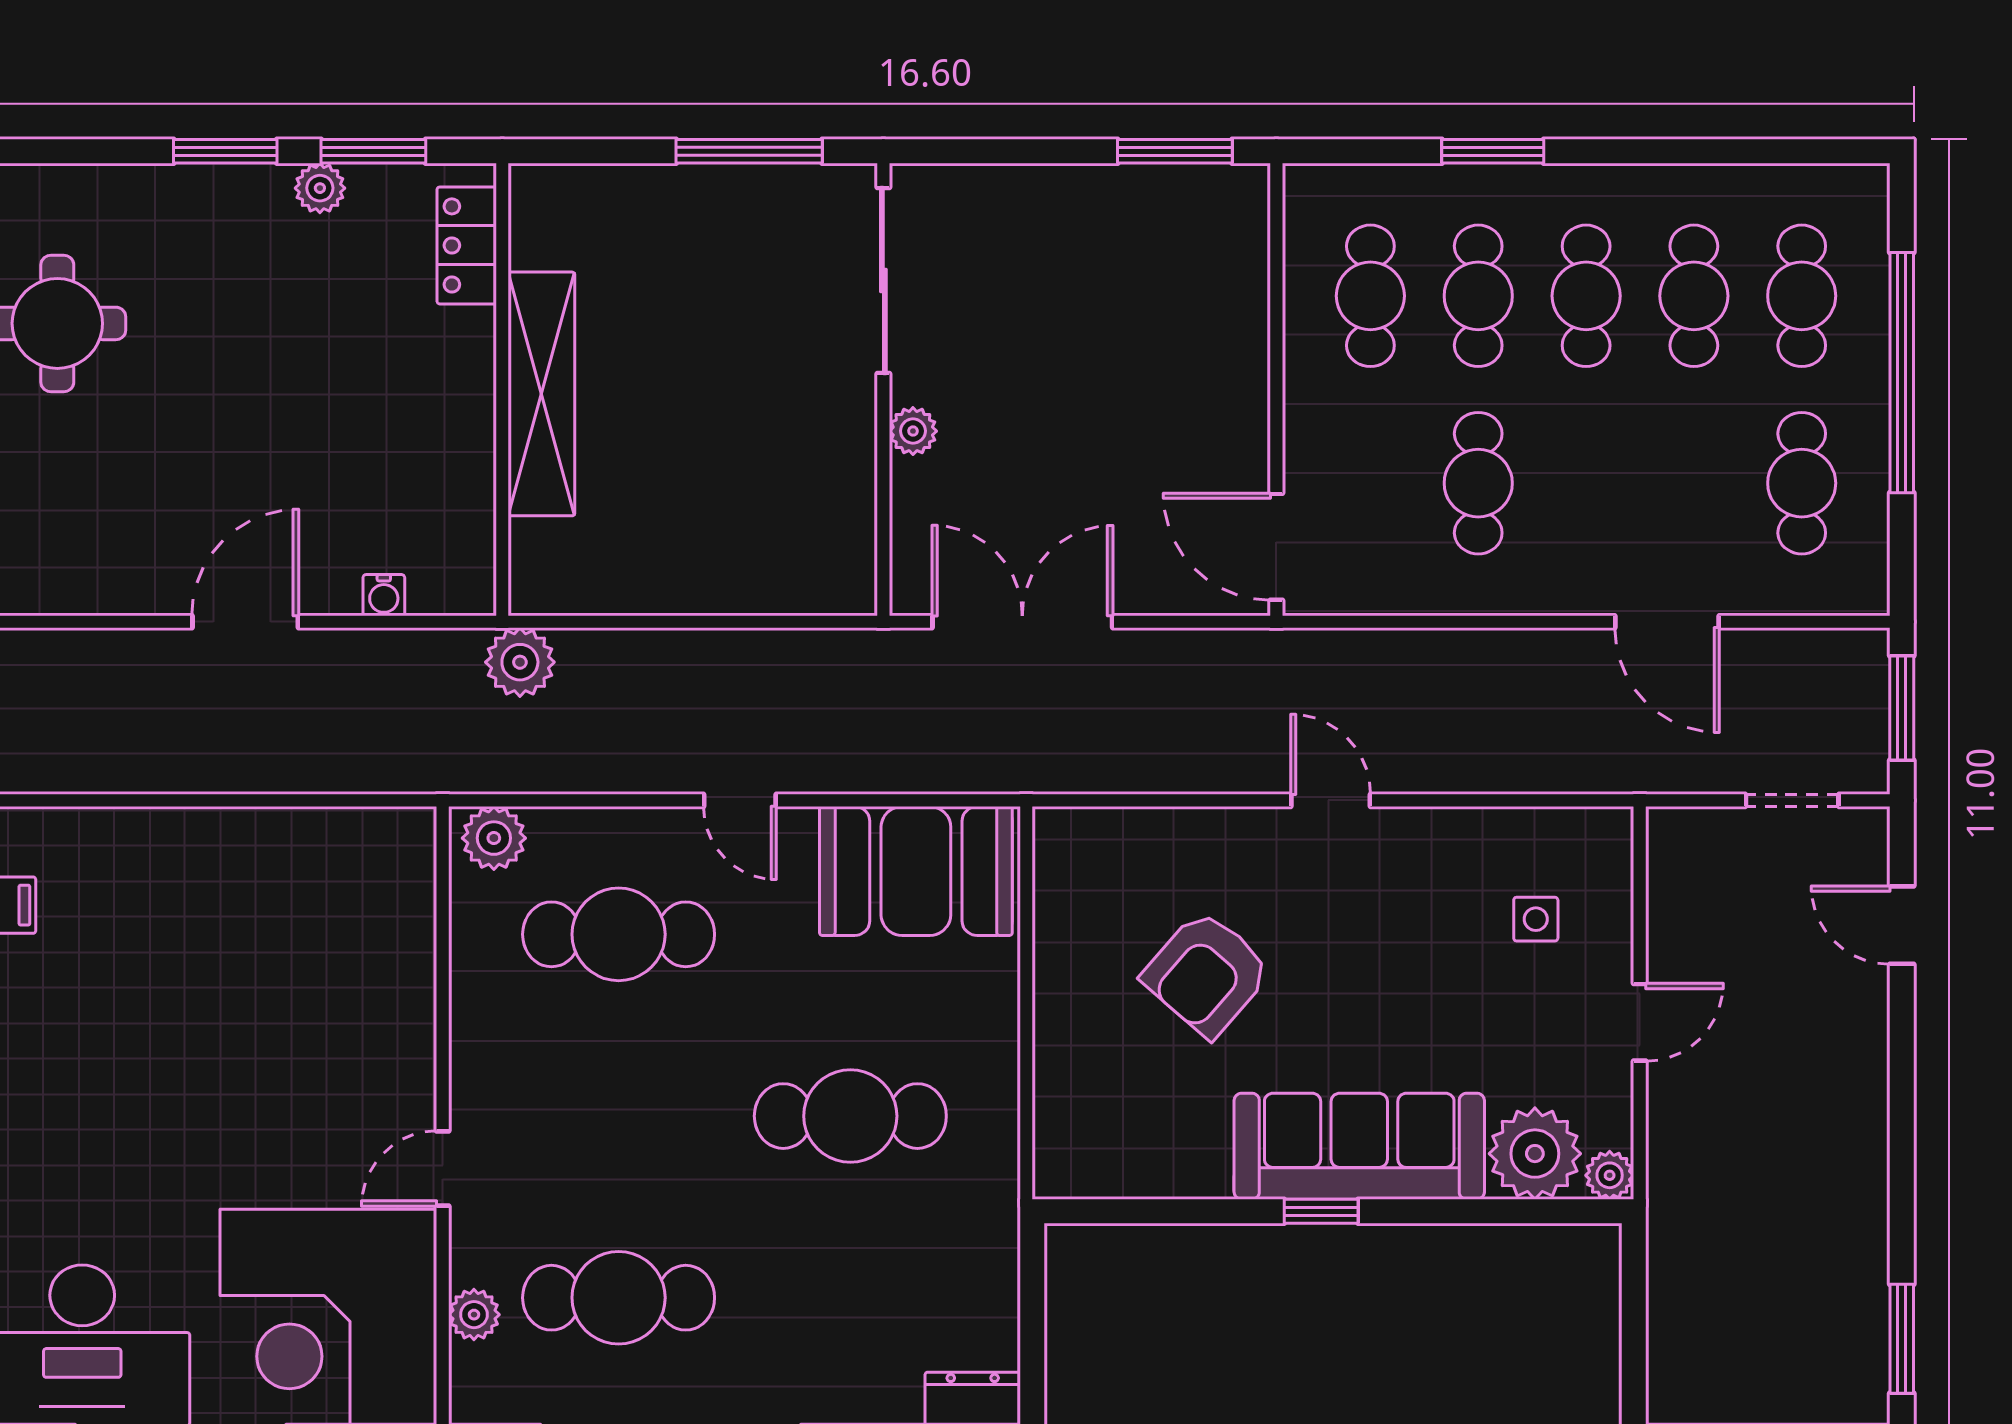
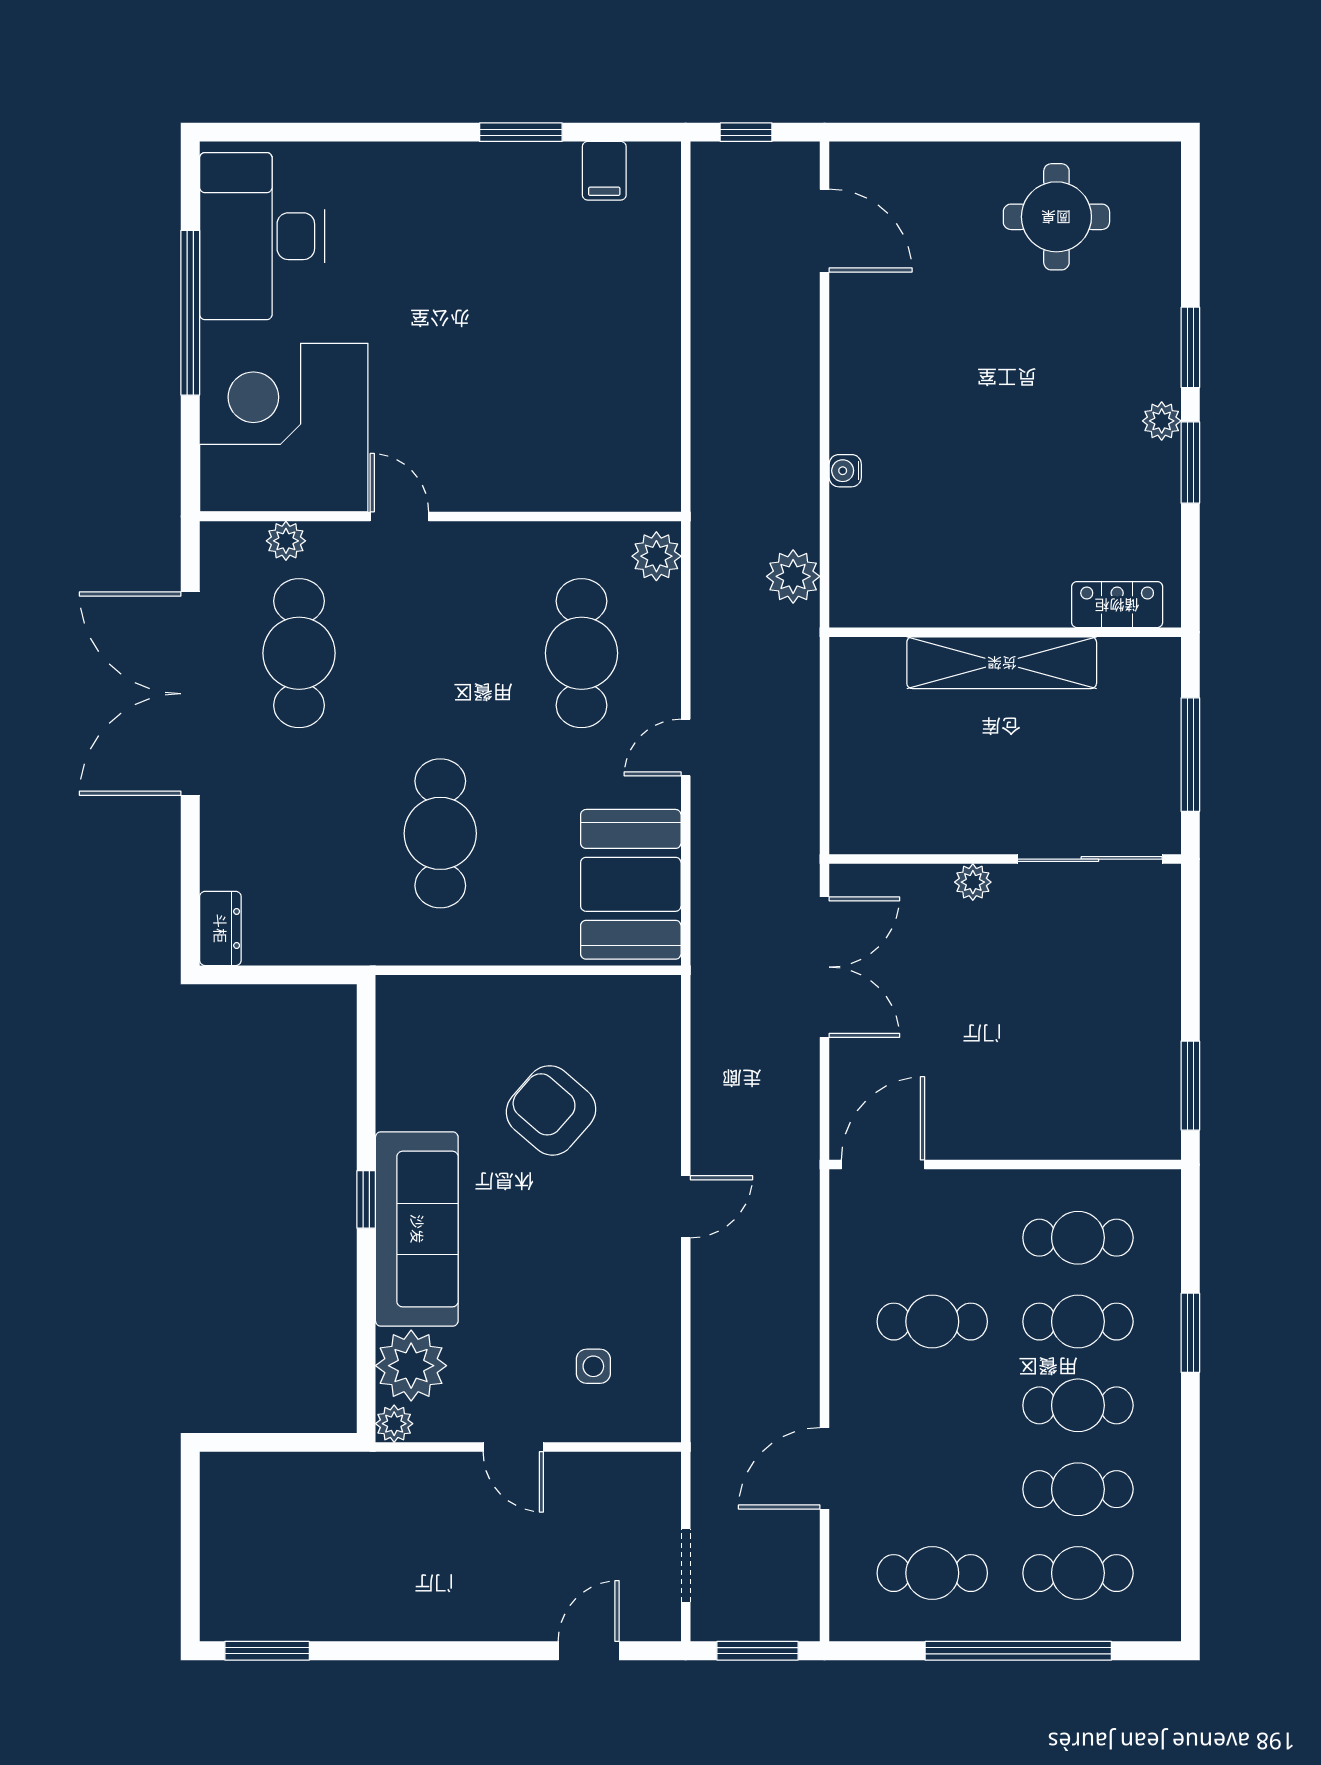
locker: (467, 245) -> (1117, 605), moved
wall: (502, 390) -> (1005, 632), moved
shelving: (541, 394) -> (1002, 663), moved
door: (245, 622) -> (825, 231), moved

